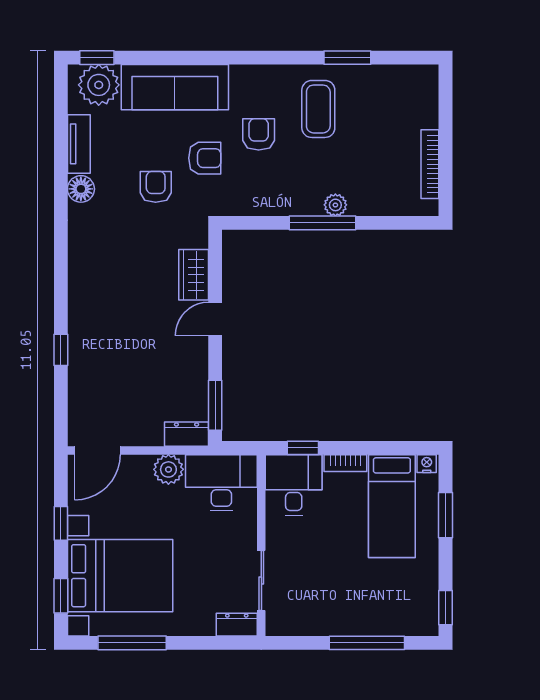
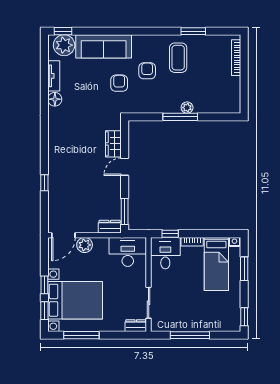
armchair: (205, 158) -> (119, 83), turned -90
bookcase: (430, 164) -> (236, 58), moved
armchair: (156, 187) -> (94, 98), removed
plant: (168, 469) -> (85, 245), moved
window: (61, 523) -> (44, 285), moved
window: (367, 643) -> (190, 335), moved

